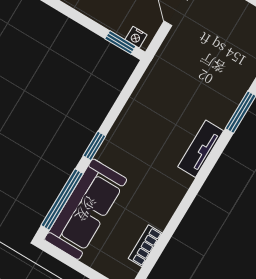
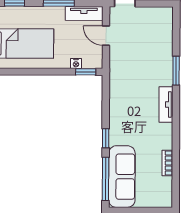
nightstand: (136, 37) -> (76, 64), moved
bookcase: (145, 246) -> (167, 163), moved

